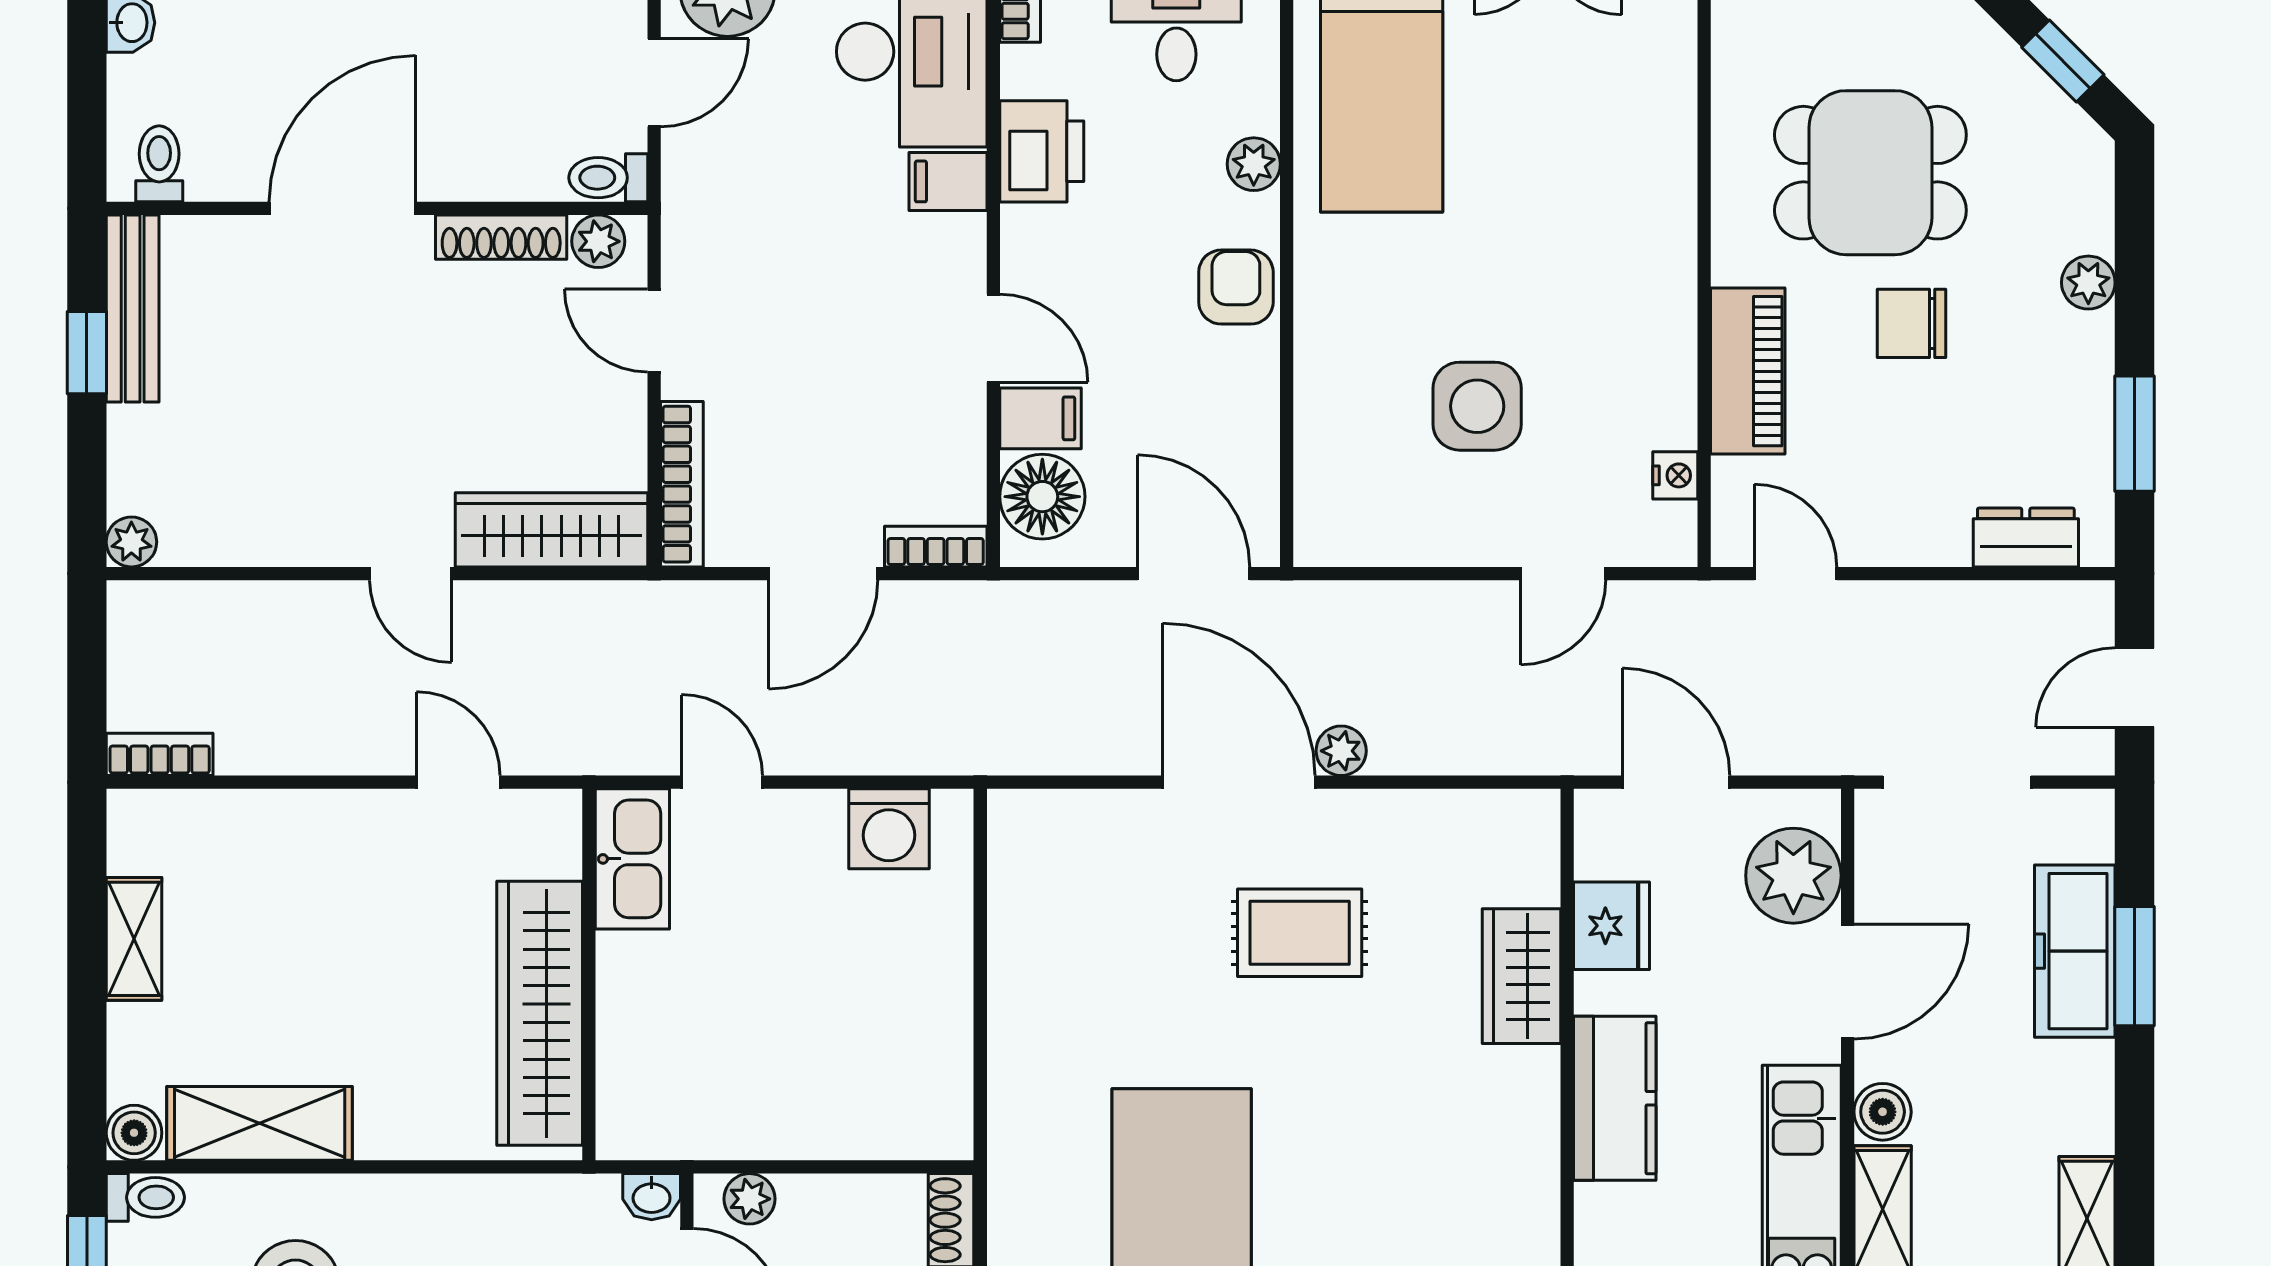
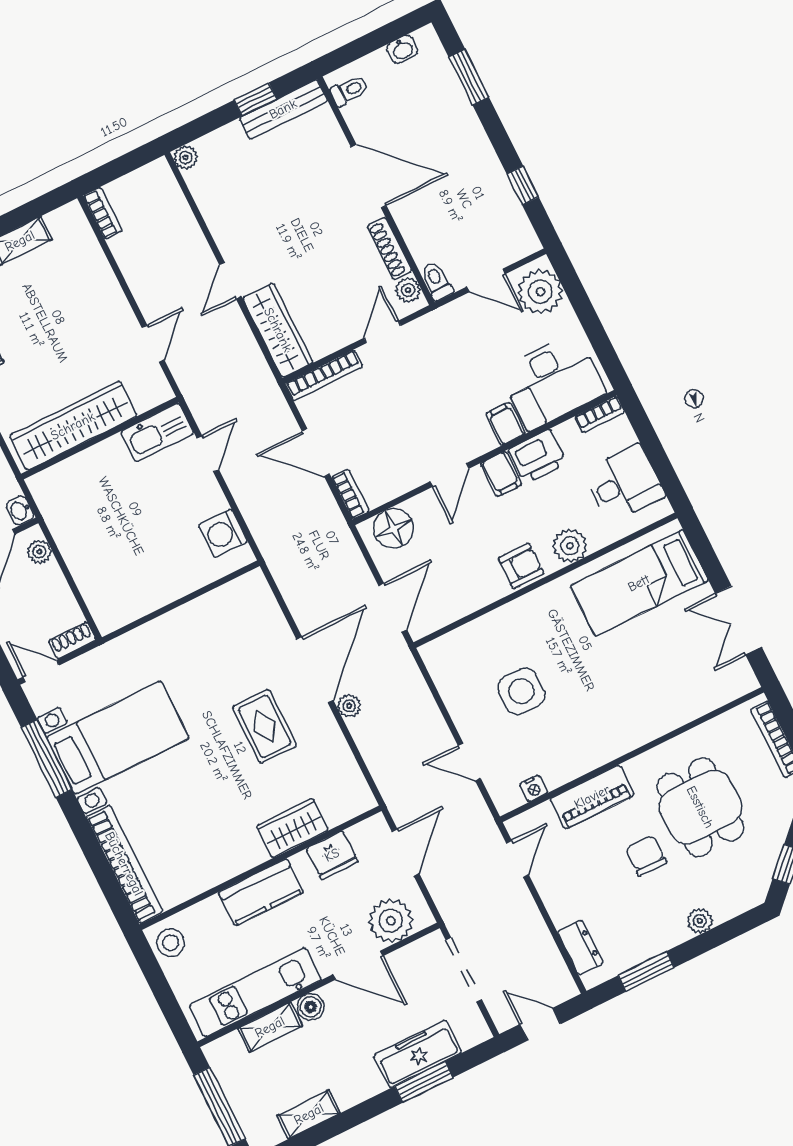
plant: (1254, 164) -> (570, 546), width x1.38, depth x1.38
filing cabinet: (1040, 418) -> (501, 474), moved

